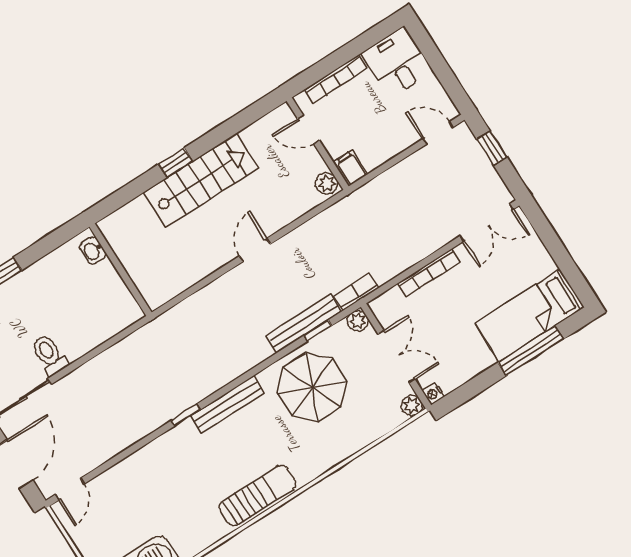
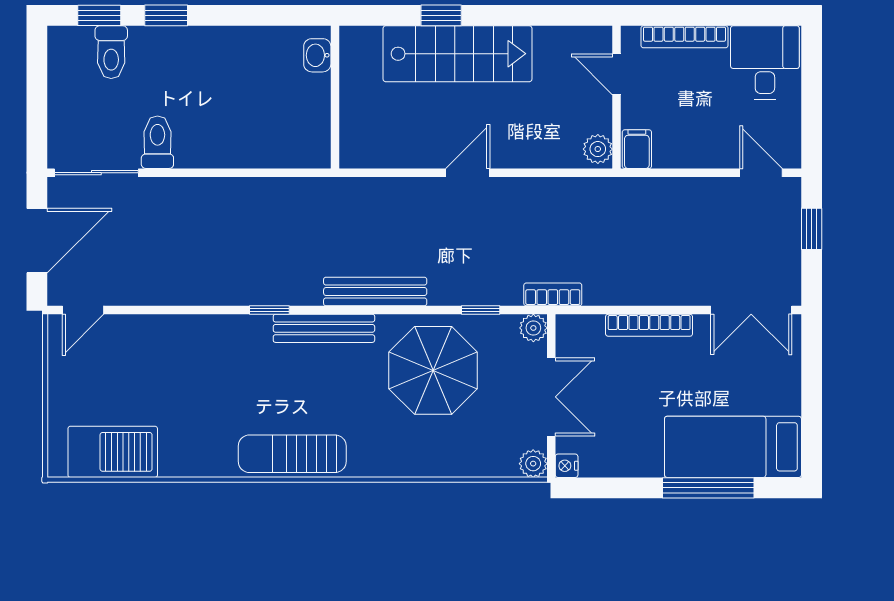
washbasin: (93, 251) -> (317, 55), moved
wall: (121, 270) -> (335, 97), moved
bench: (304, 323) -> (375, 291), moved
sun lounger: (258, 495) -> (292, 454), turned 180

